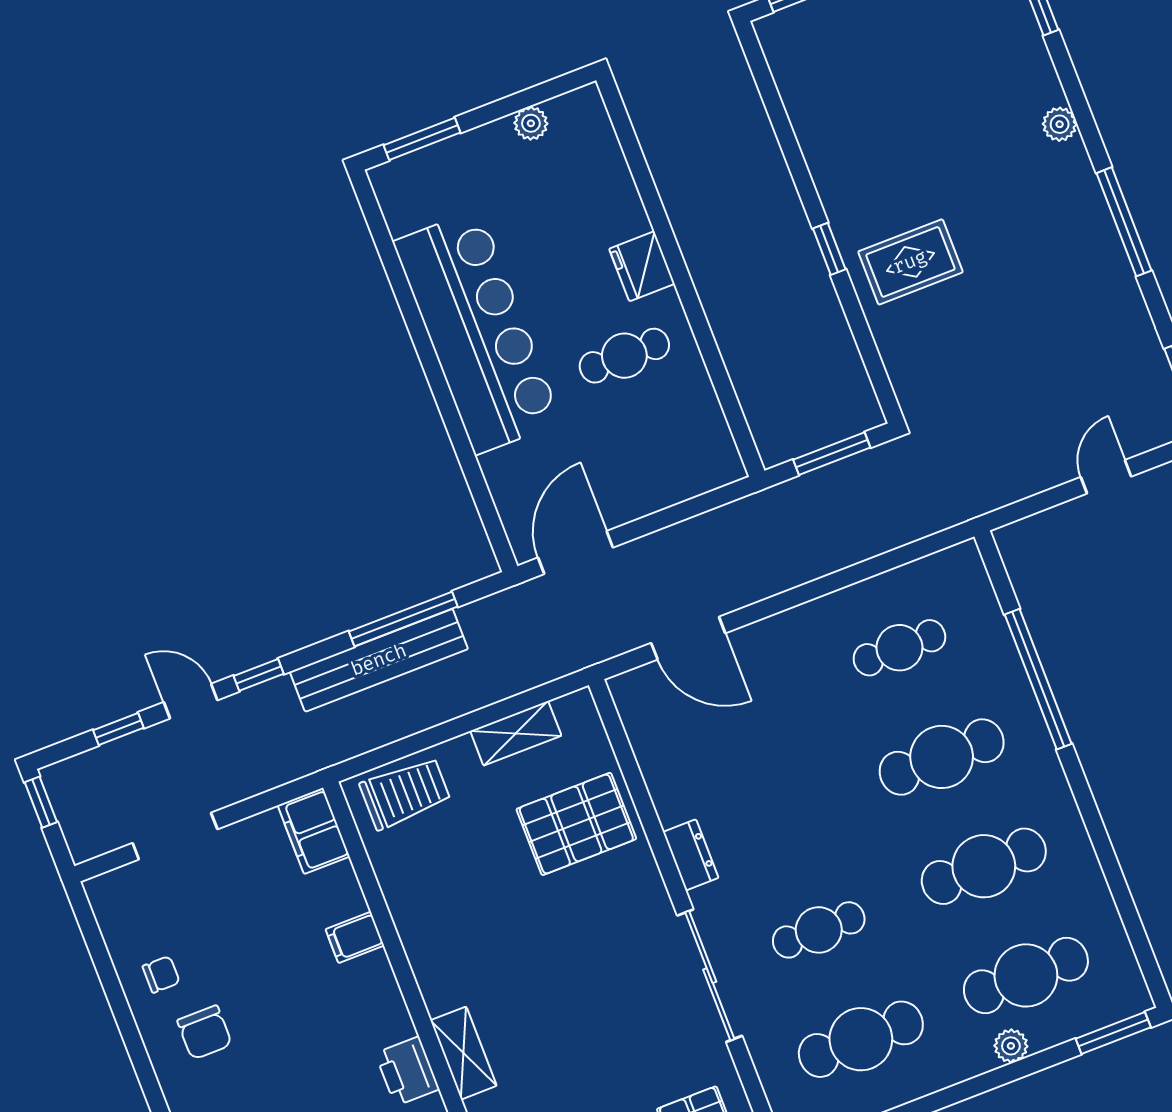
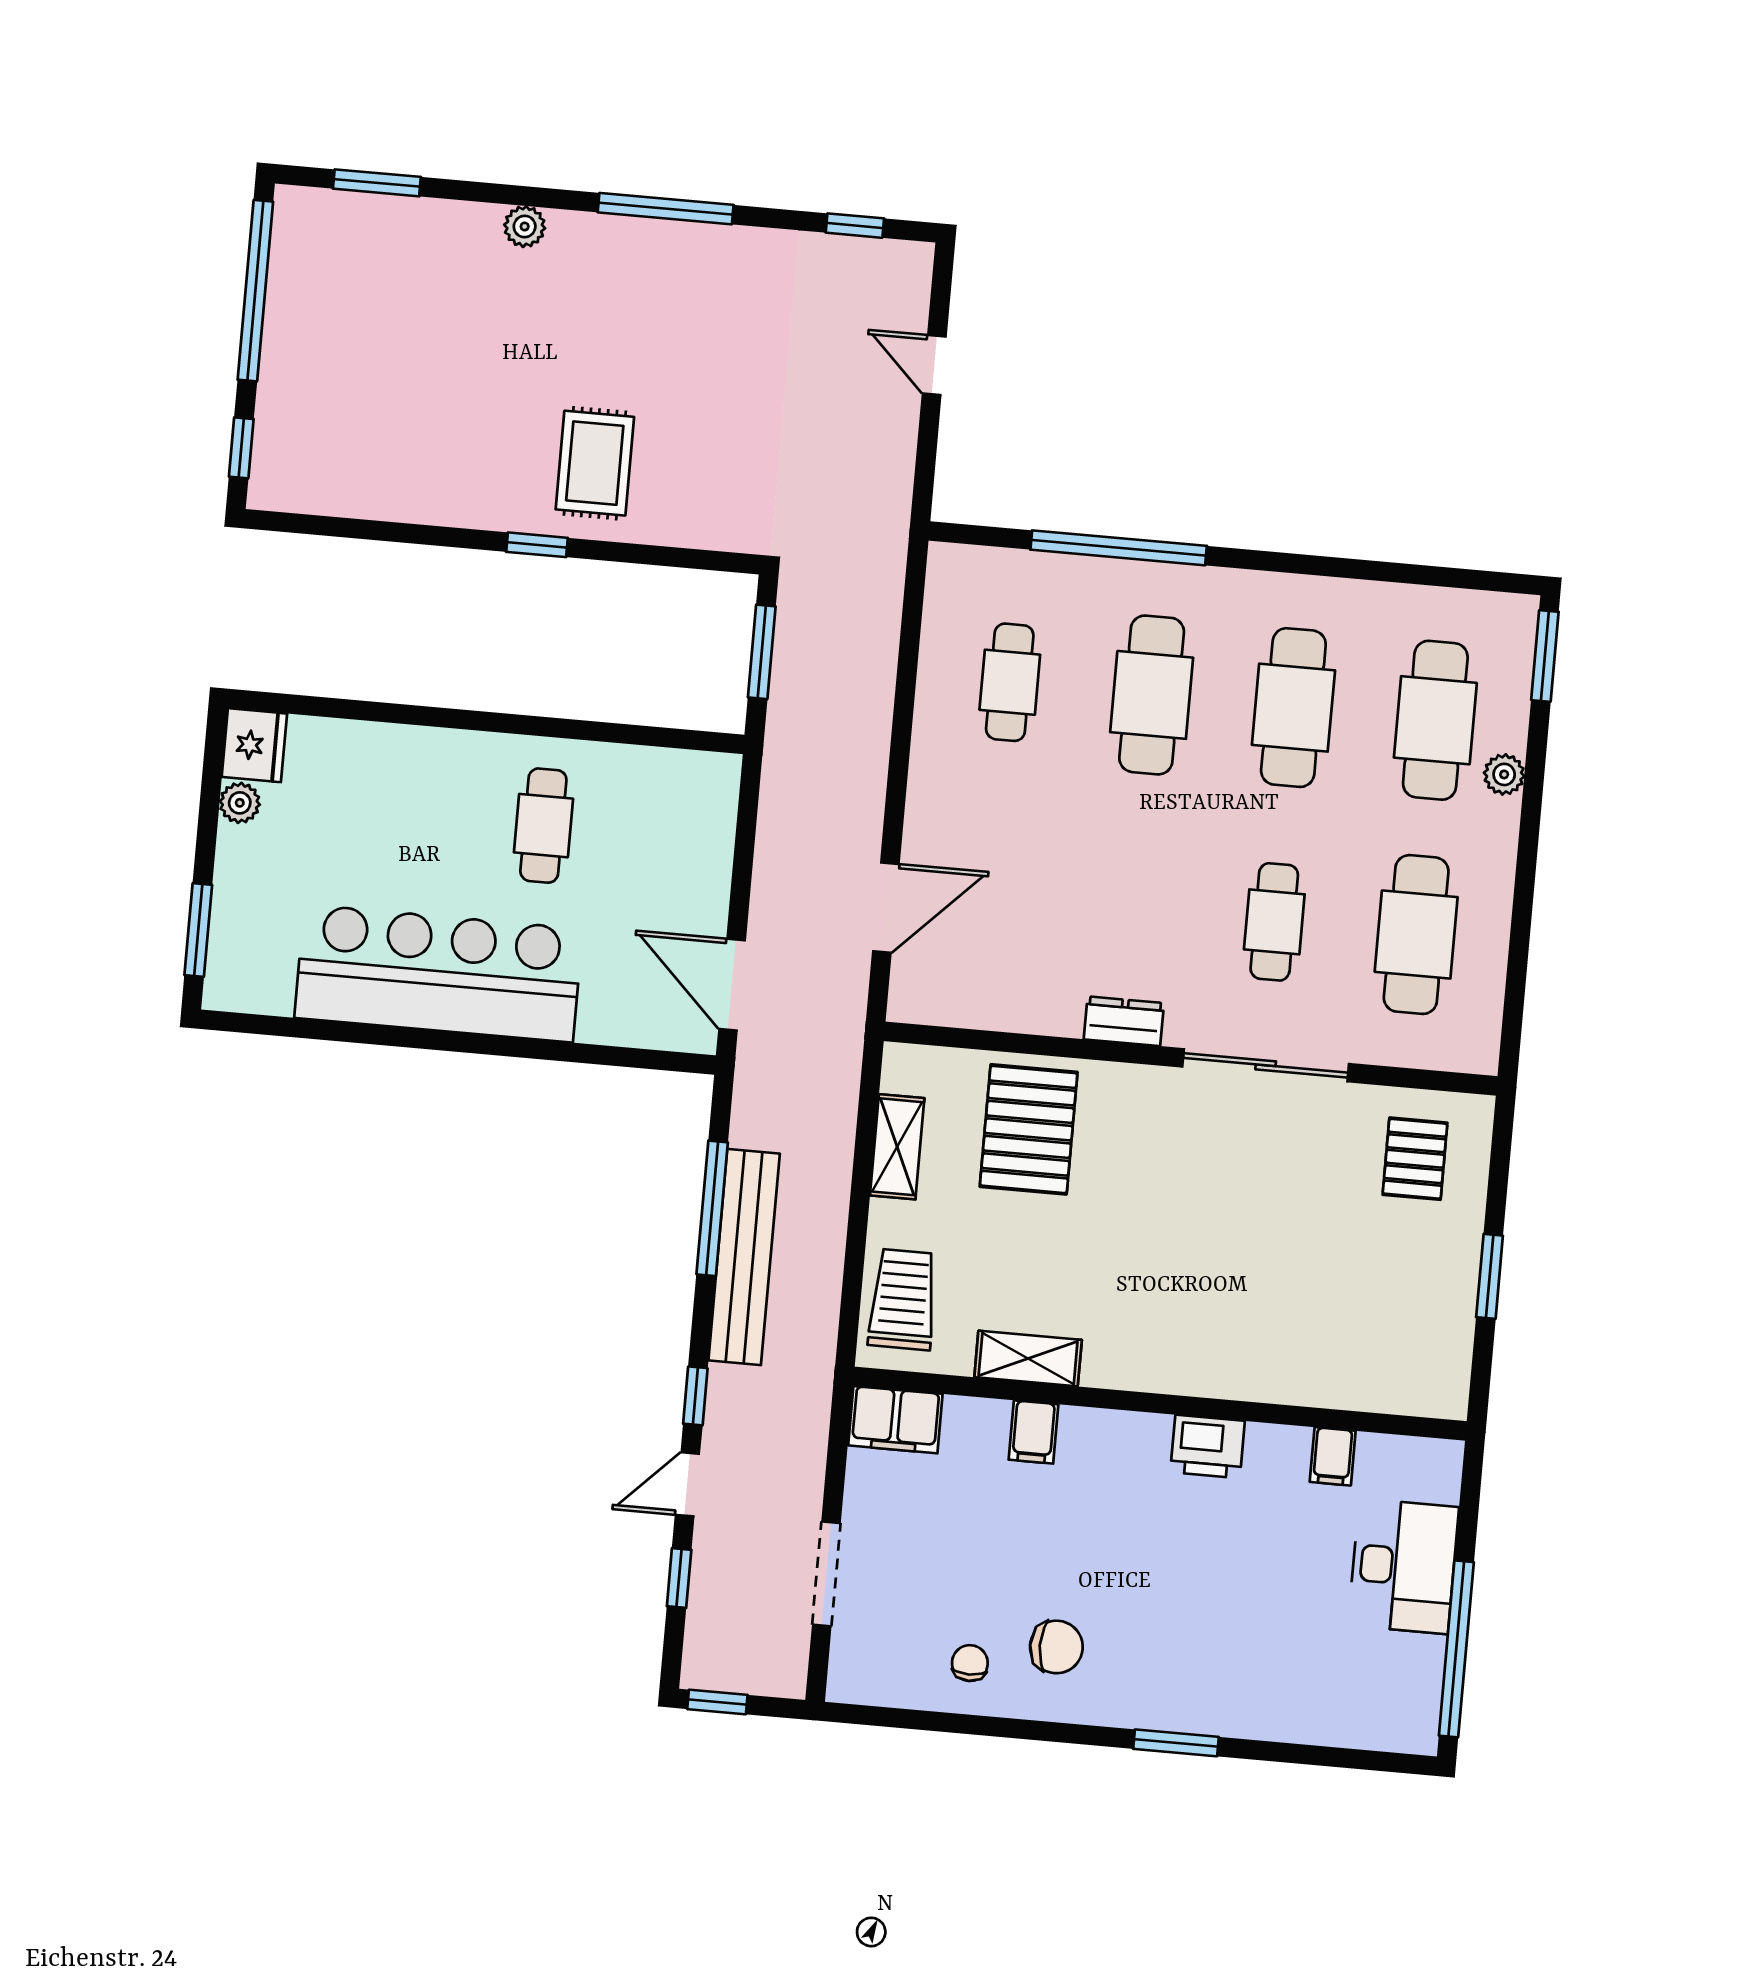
fridge: (642, 266) -> (254, 745), moved, turned -90
shelving: (464, 1053) -> (1028, 1359), moved

